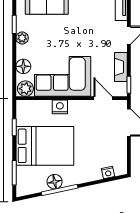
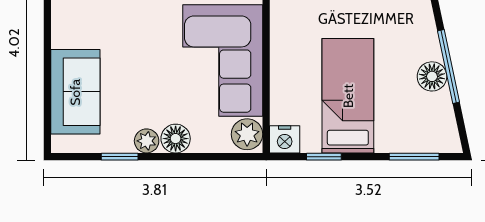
floor lamp: (23, 66) -> (176, 139), moved
nightstand: (60, 107) -> (285, 139), moved, turned -90
bed: (45, 146) -> (348, 96), width x0.67

